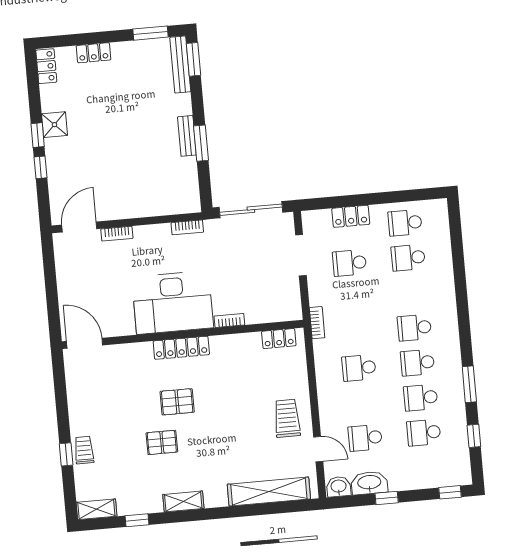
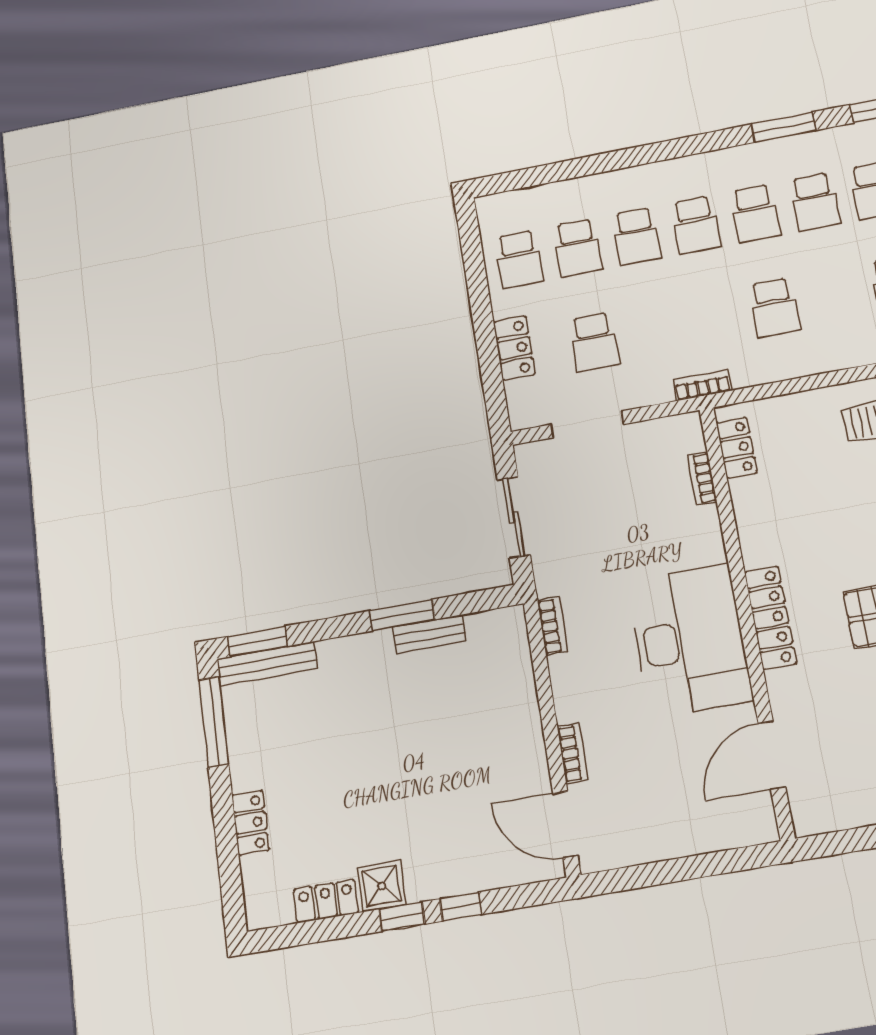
window: (150, 33) -> (214, 722), width x1.44
locker: (46, 66) -> (326, 901), moved
bench: (187, 136) -> (429, 634), moved
sliding door: (251, 210) -> (514, 517), width x0.73
school desk: (411, 293) -> (637, 236), added
bookcase: (229, 320) -> (702, 479), moved
door: (85, 343) -> (772, 755), moved

